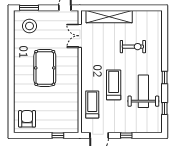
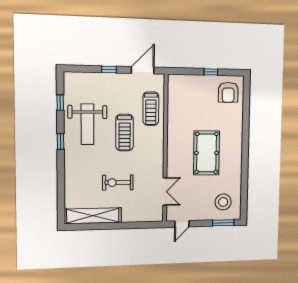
shelving: (109, 17) -> (93, 216), moved
exercise bike: (133, 47) -> (118, 183), moved
window: (58, 135) -> (211, 72), moved

